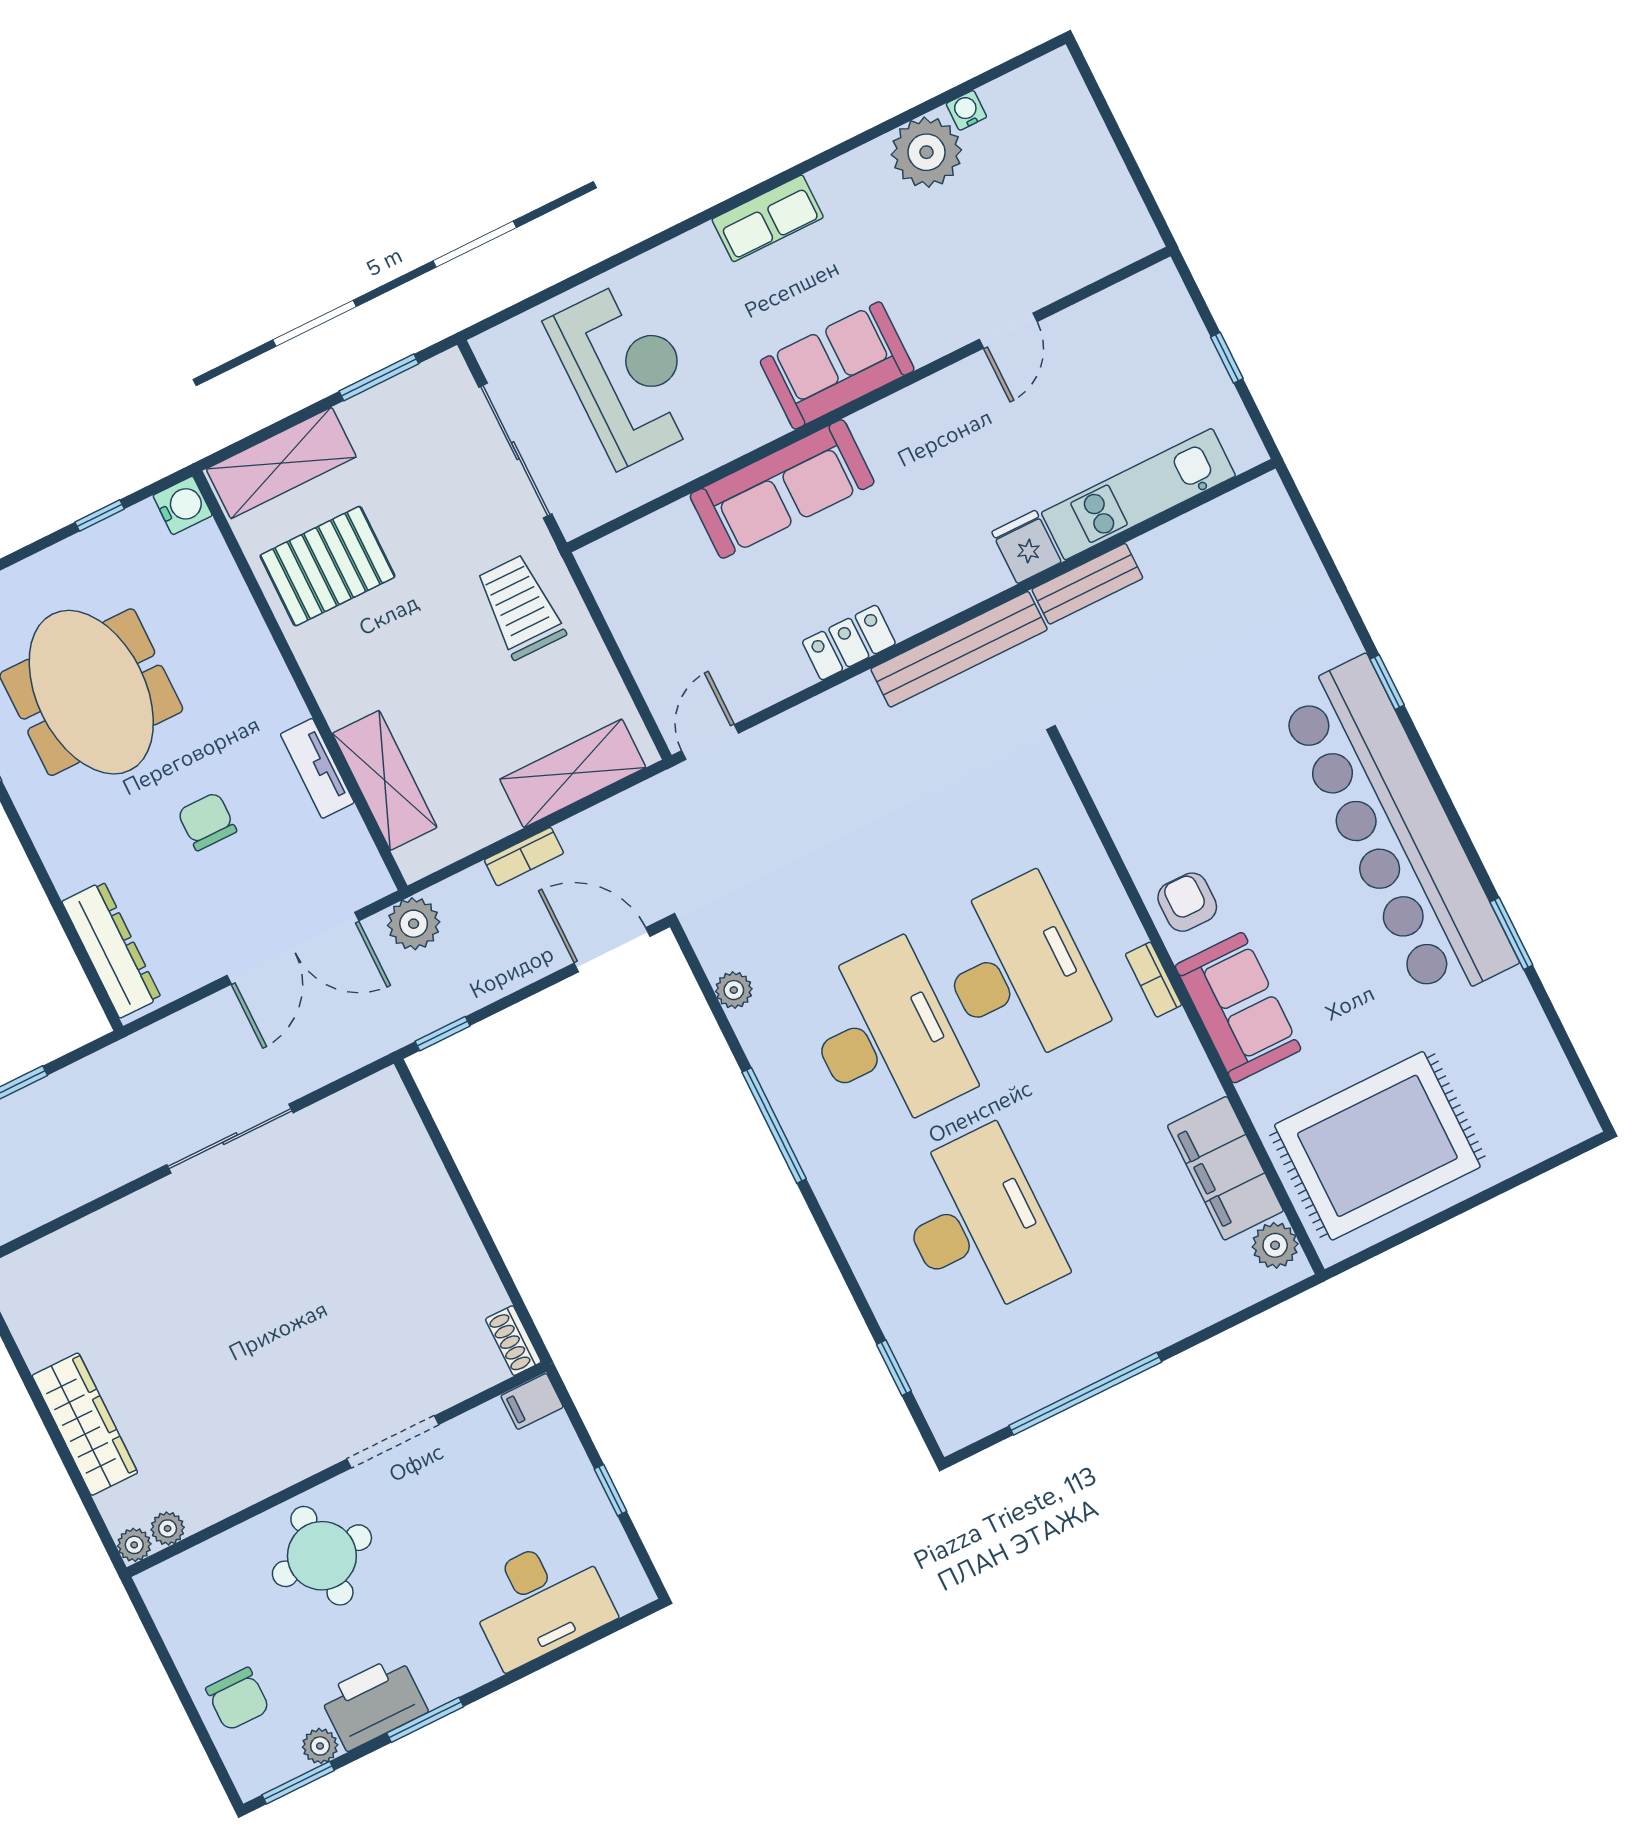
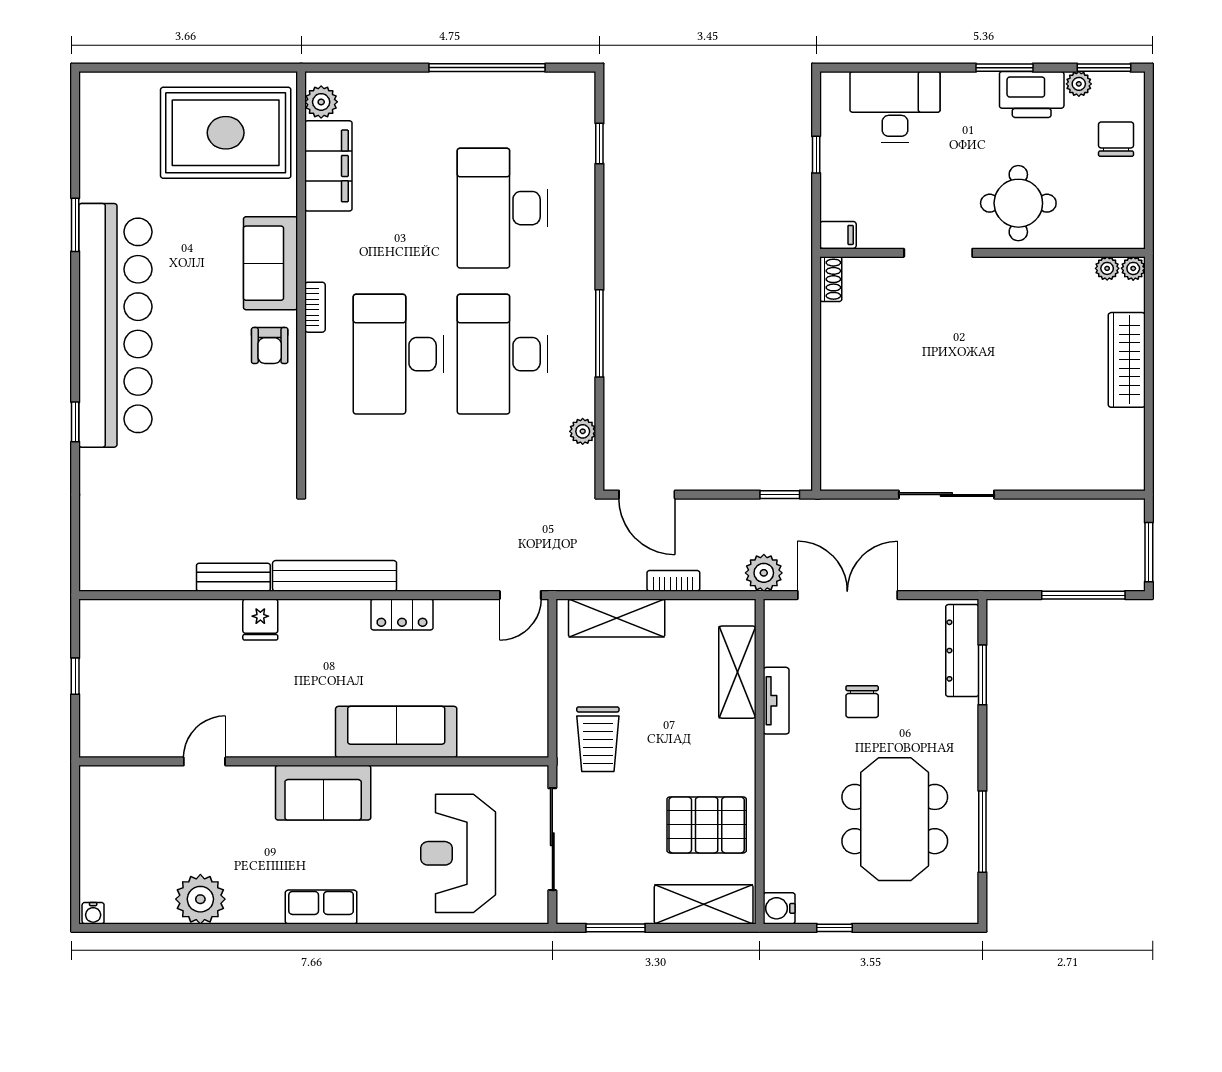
water cooler: (966, 110) -> (93, 913), moved
kitchen unit: (1138, 494) -> (173, 618), removed
window: (70, 931) -> (982, 675), added

